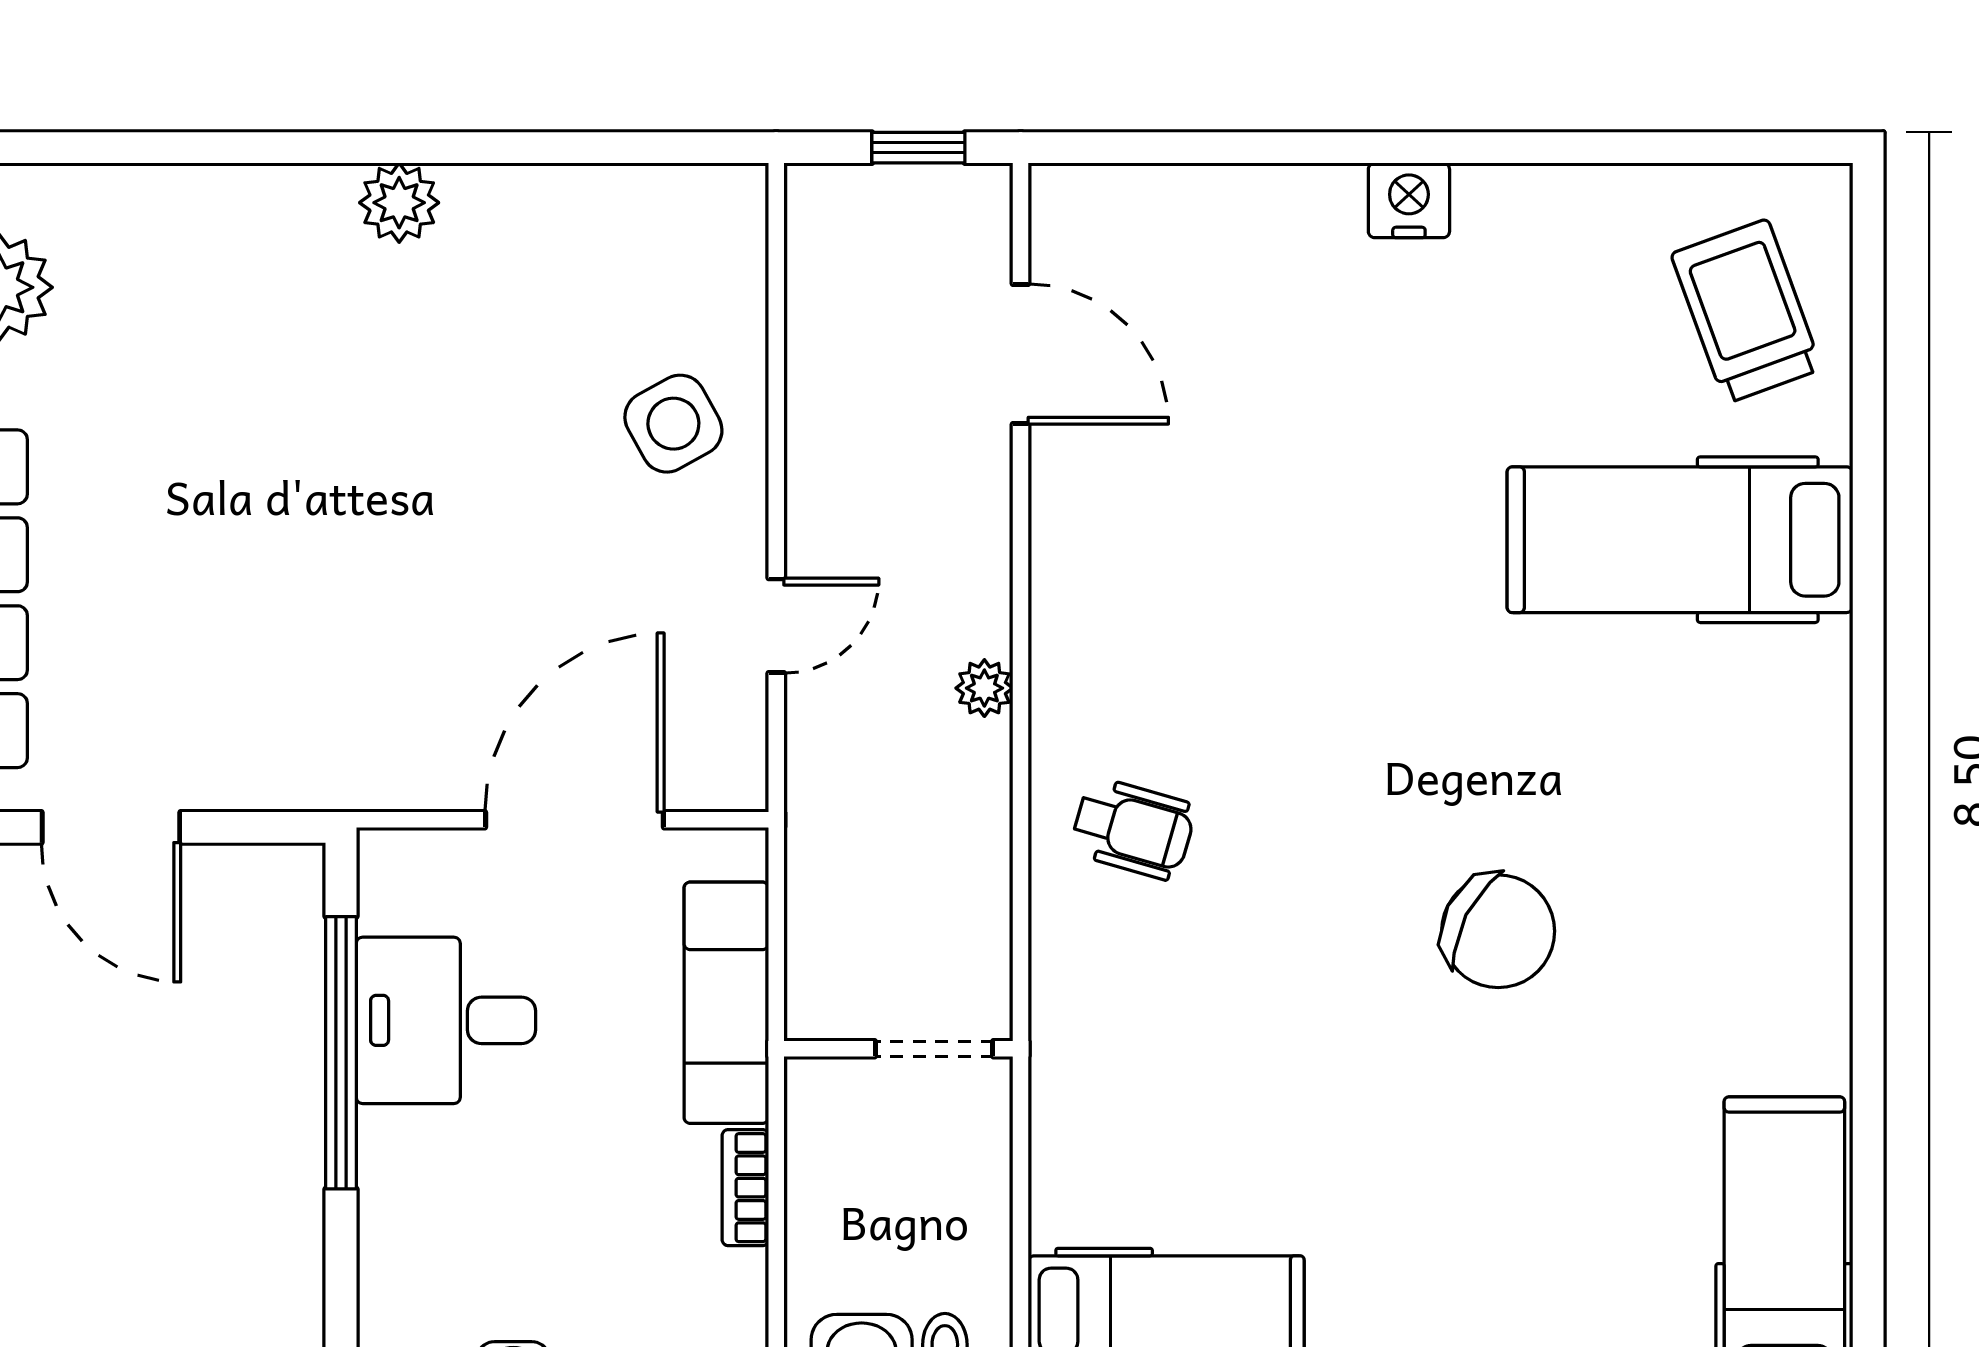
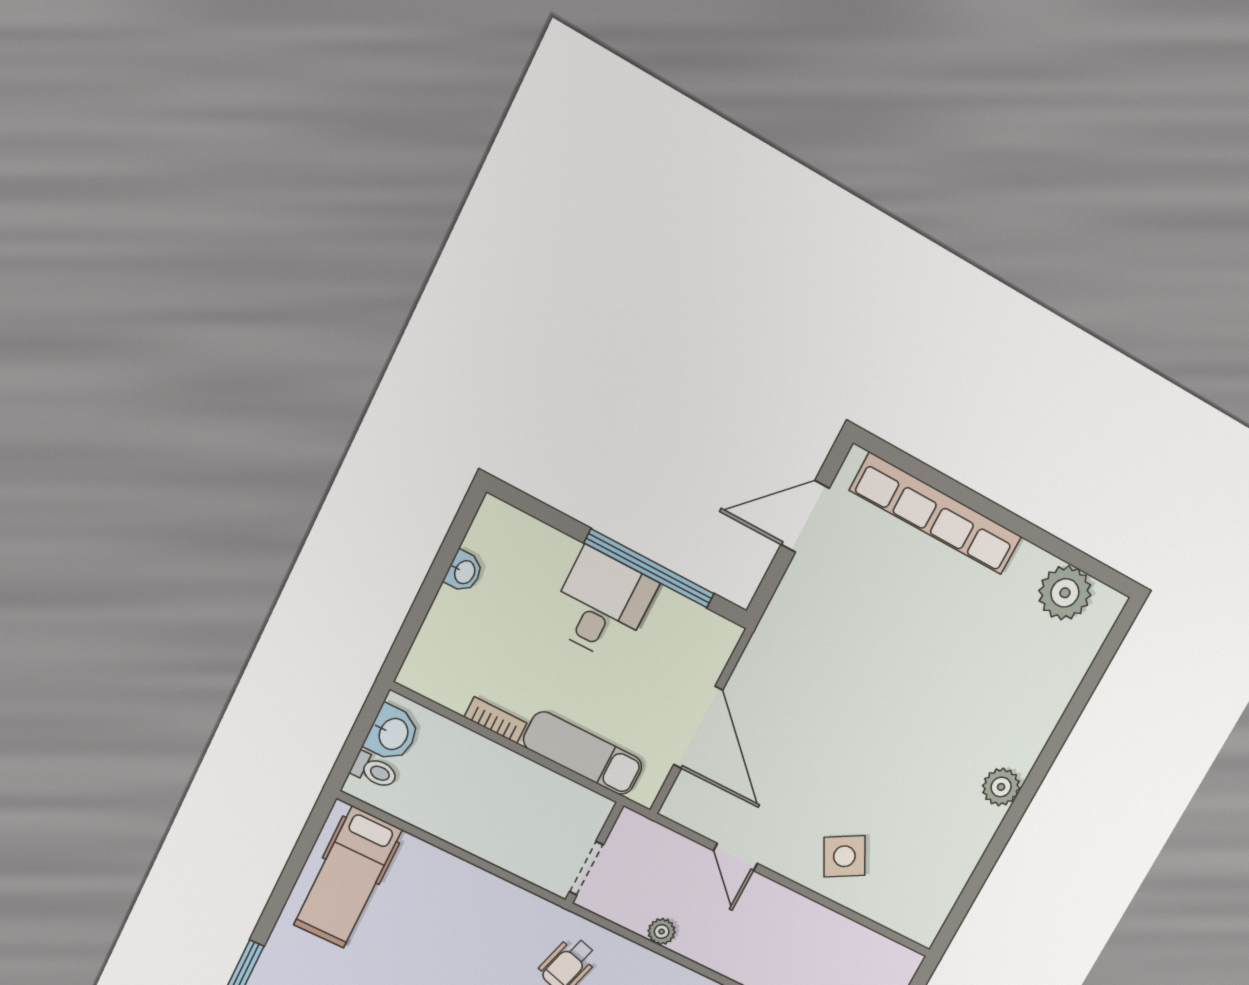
desk: (446, 1020) -> (602, 604), moved
wall: (898, 1049) -> (594, 853), moved
doorway: (934, 1049) -> (586, 868), moved

